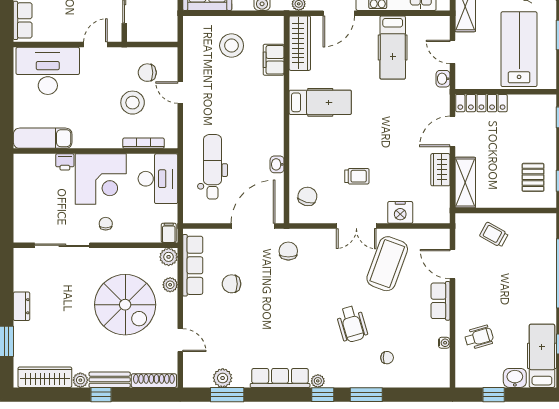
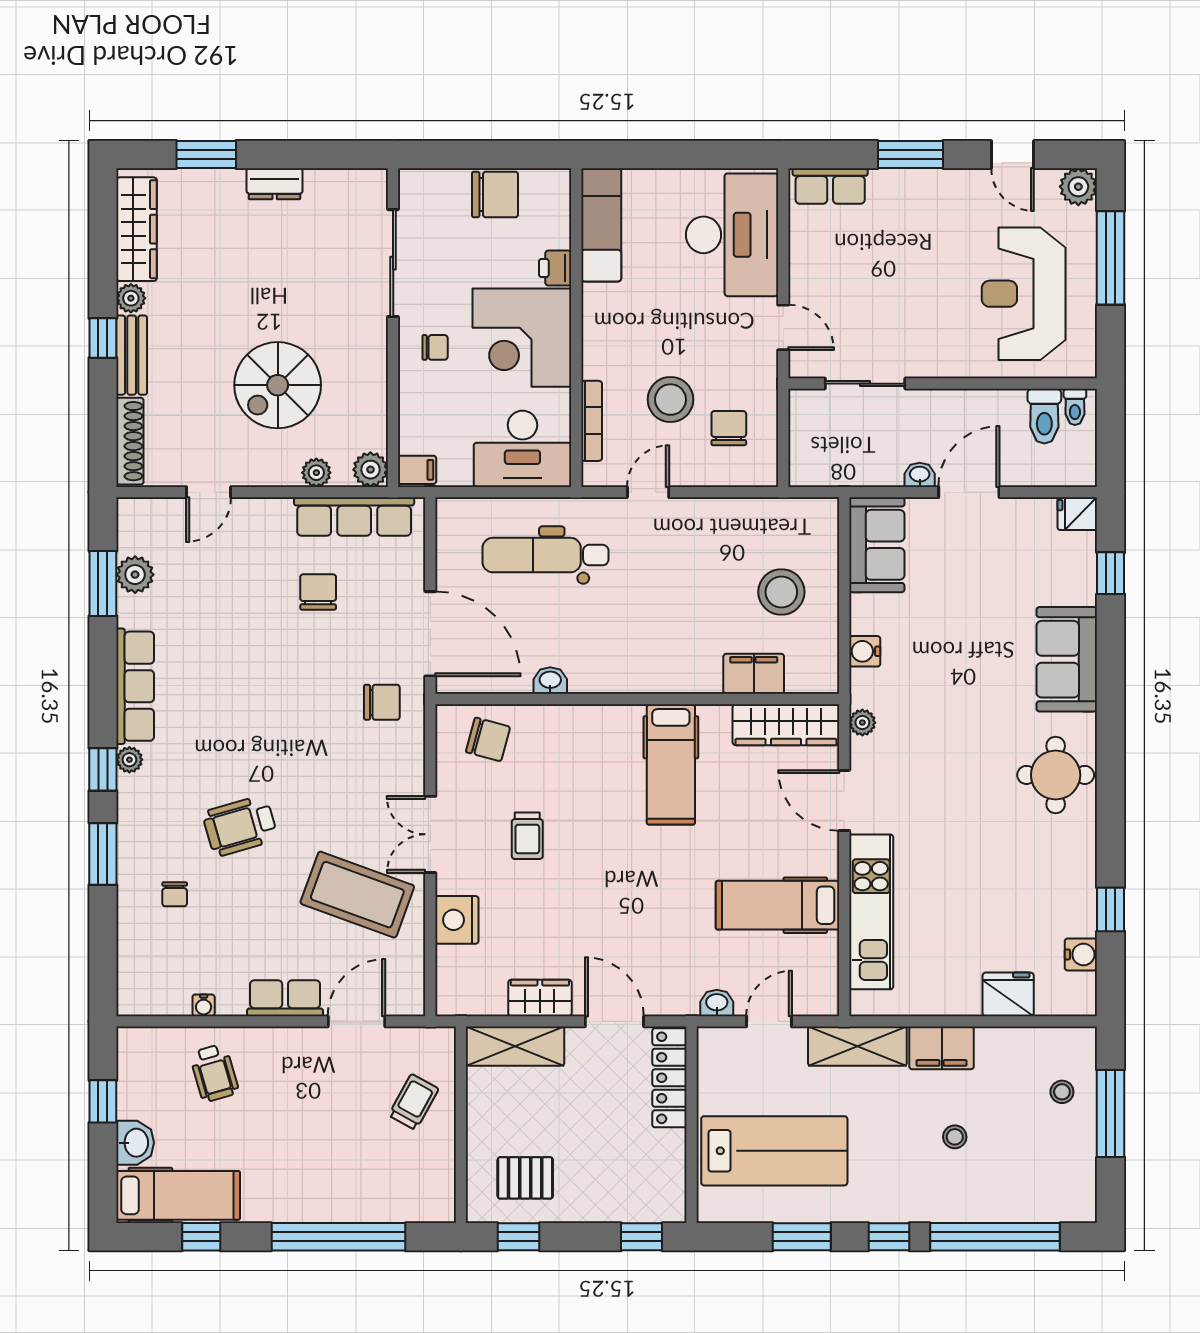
door: (180, 92) -> (648, 492), moved
dental chair: (213, 167) -> (545, 555), turned 180
chair: (27, 193) -> (495, 194), added
spiral stairs: (125, 305) -> (278, 385), width x0.73, depth x0.73

